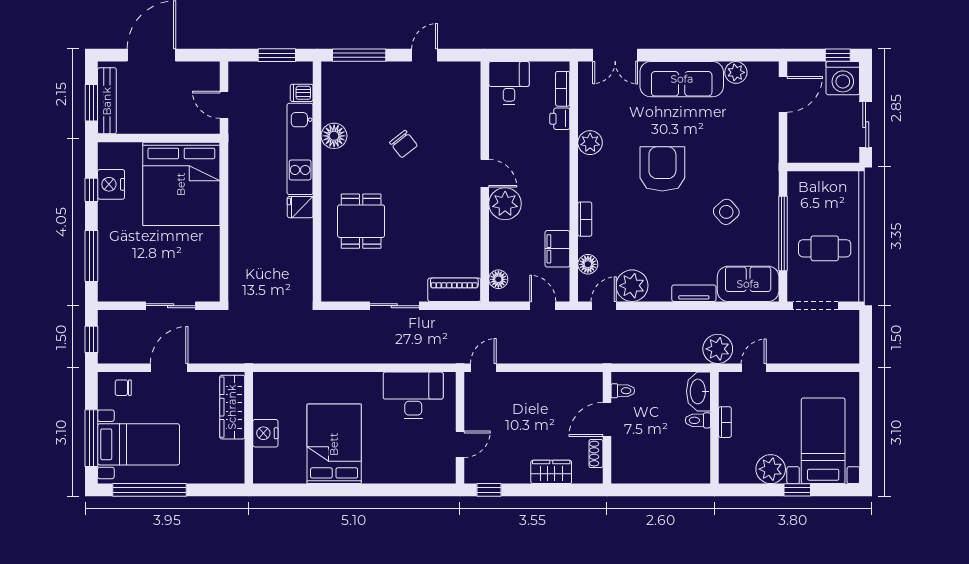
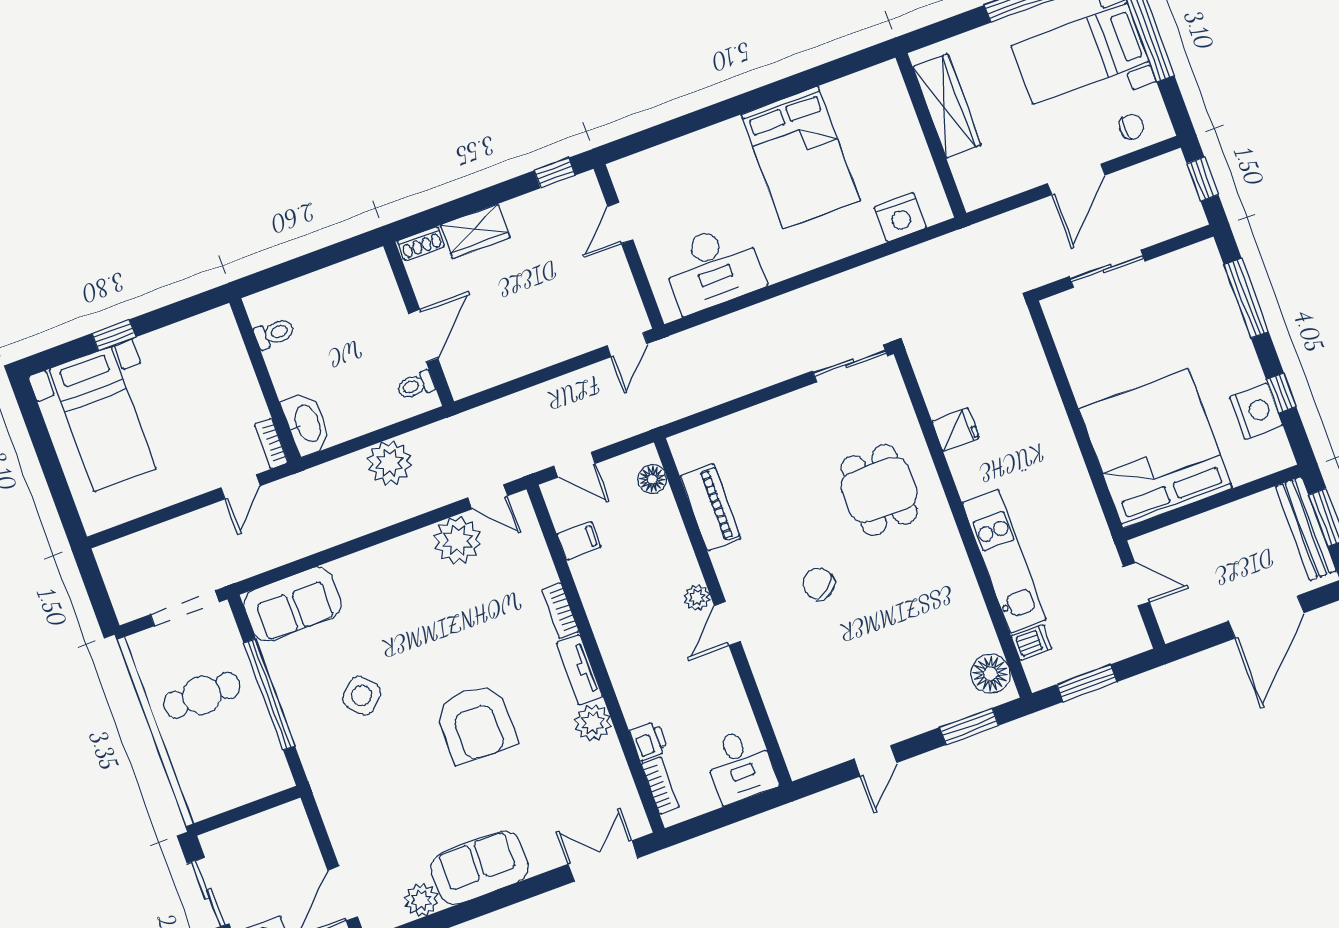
window: (359, 55) -> (969, 726), width x0.69
sofa: (682, 79) -> (480, 868), width x0.73
floor lamp: (334, 136) -> (990, 674), moved
chair: (403, 144) -> (819, 584), moved
door: (485, 173) -> (727, 624), hinge flipped
plant: (505, 204) -> (697, 598), width x0.53, depth x0.53
fridge: (300, 207) -> (956, 430), moved
filing cabinet: (557, 249) -> (579, 541), width x0.50
floor lamp: (588, 264) -> (532, 548), removed
piano: (454, 290) -> (710, 507), moved, turned -90
tv unit: (694, 293) -> (579, 670), moved, turned 90
sliding door: (394, 306) -> (850, 363), moved
door: (604, 306) -> (488, 497), hinge flipped
plant: (718, 349) -> (390, 463), moved
wardrobe: (232, 407) -> (947, 106), moved
toilet: (698, 420) -> (274, 333), moved
bookcase: (725, 422) -> (271, 444), moved
nightstand: (265, 433) -> (900, 217), moved, turned 90
shoe rack: (596, 454) -> (421, 243), moved, turned 90
plant: (771, 469) -> (163, 351), removed

